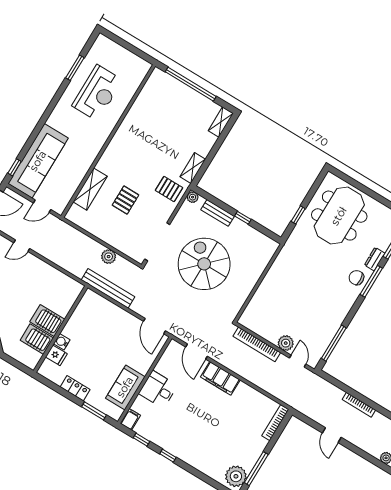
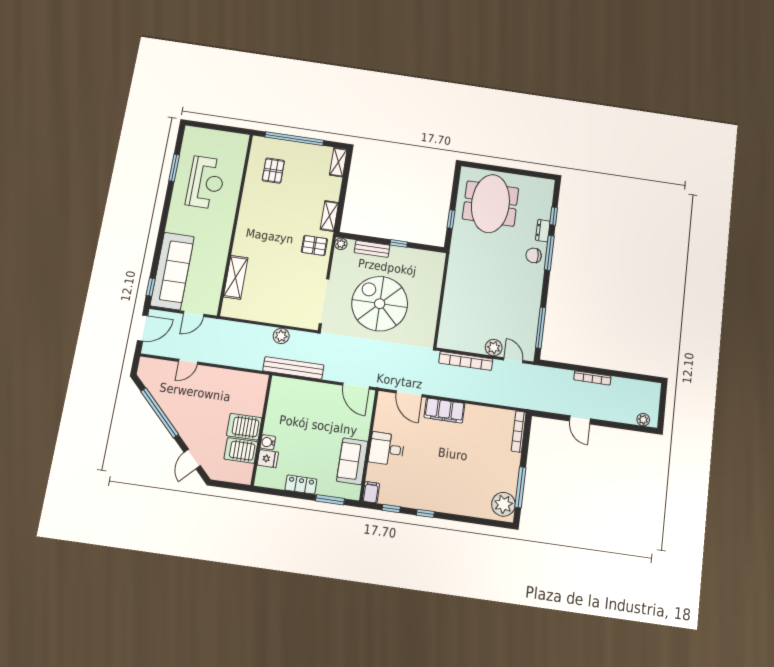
pallet: (125, 200) -> (273, 171), moved

